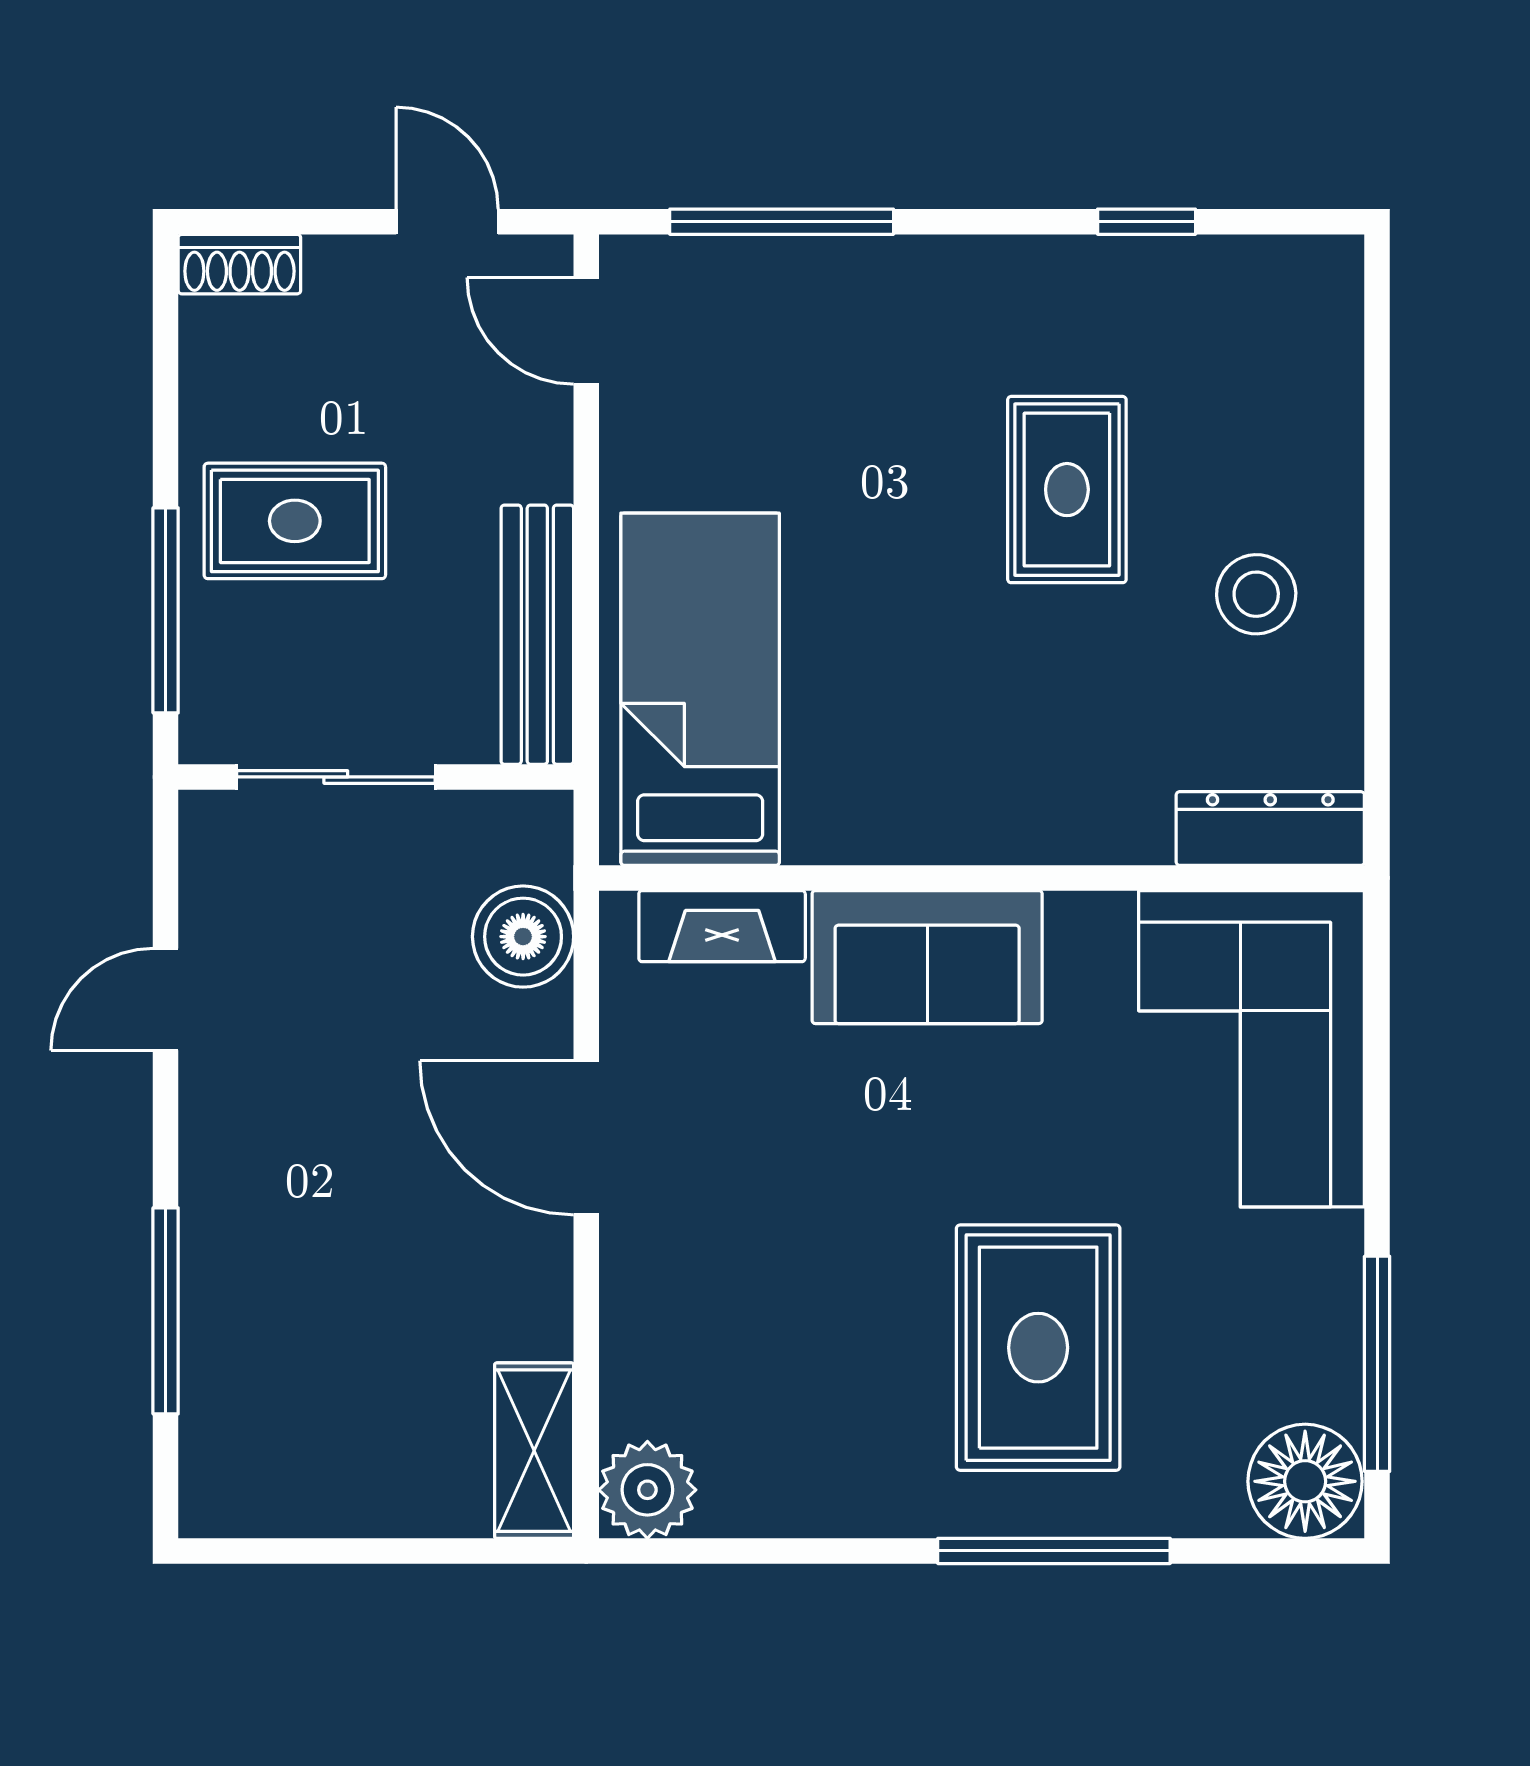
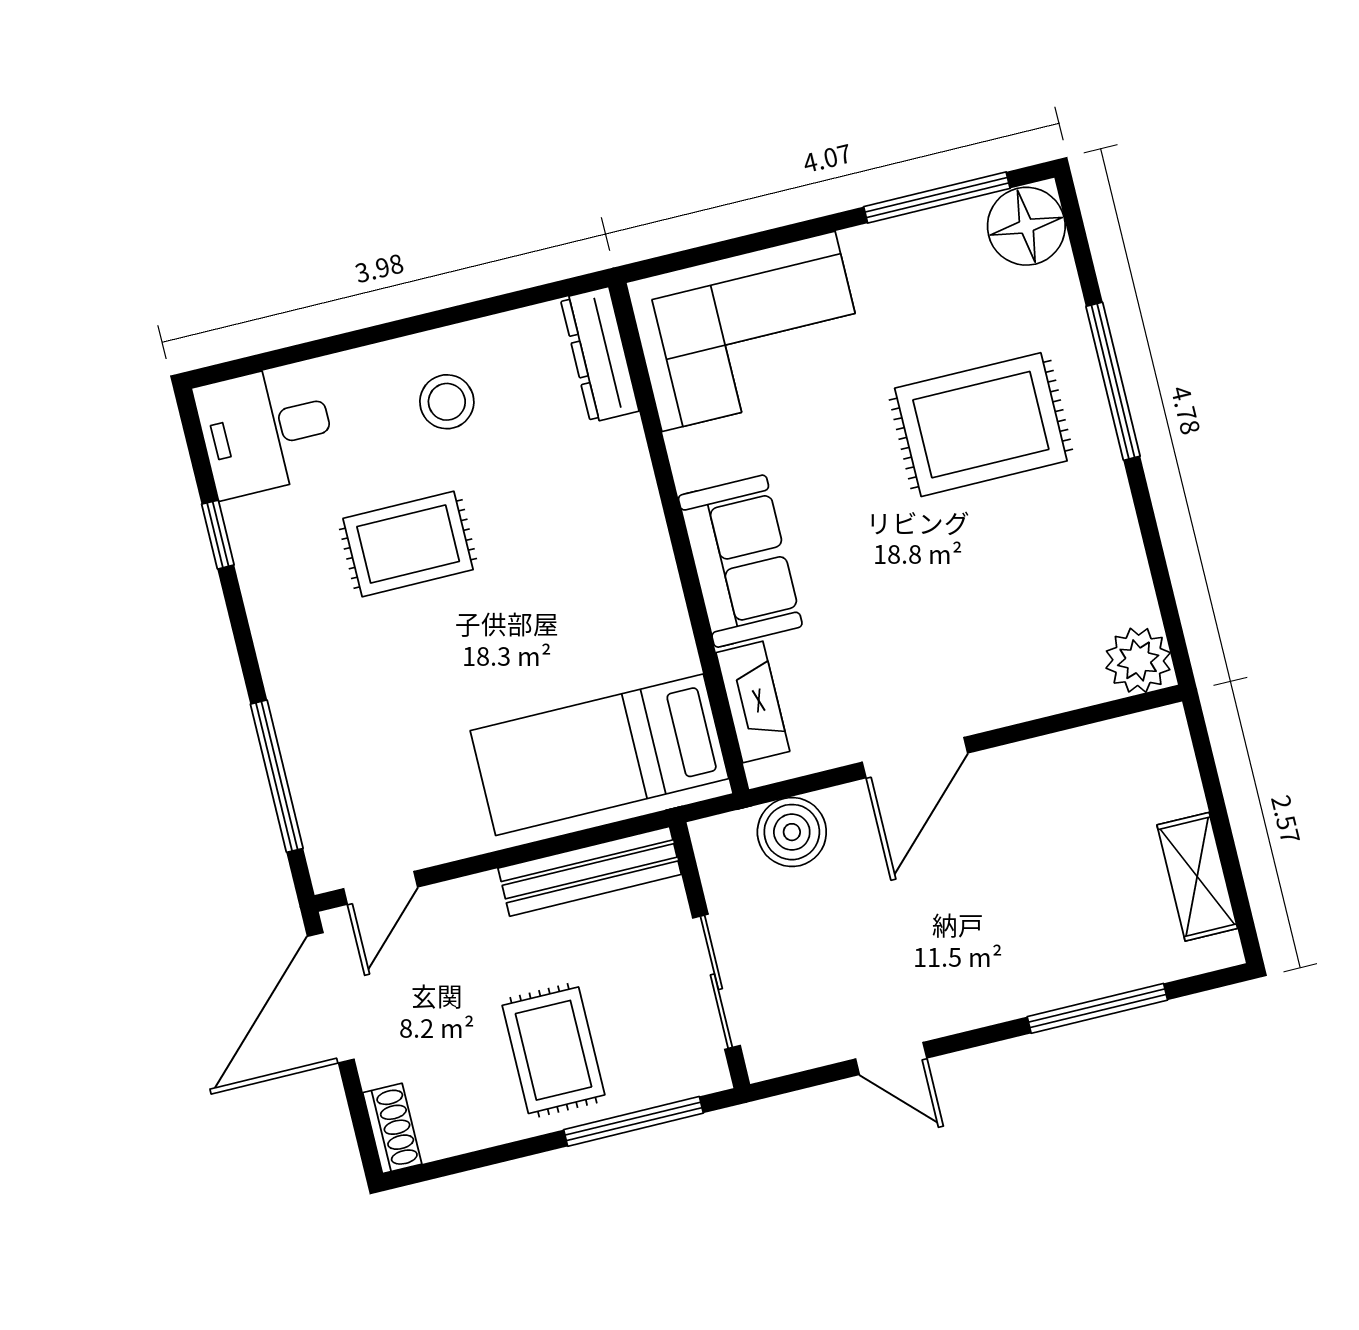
door: (447, 222) -> (331, 998), width x1.87
desk: (1279, 327) -> (266, 430), added
shelving: (534, 1451) -> (1197, 877), moved, turned 90

